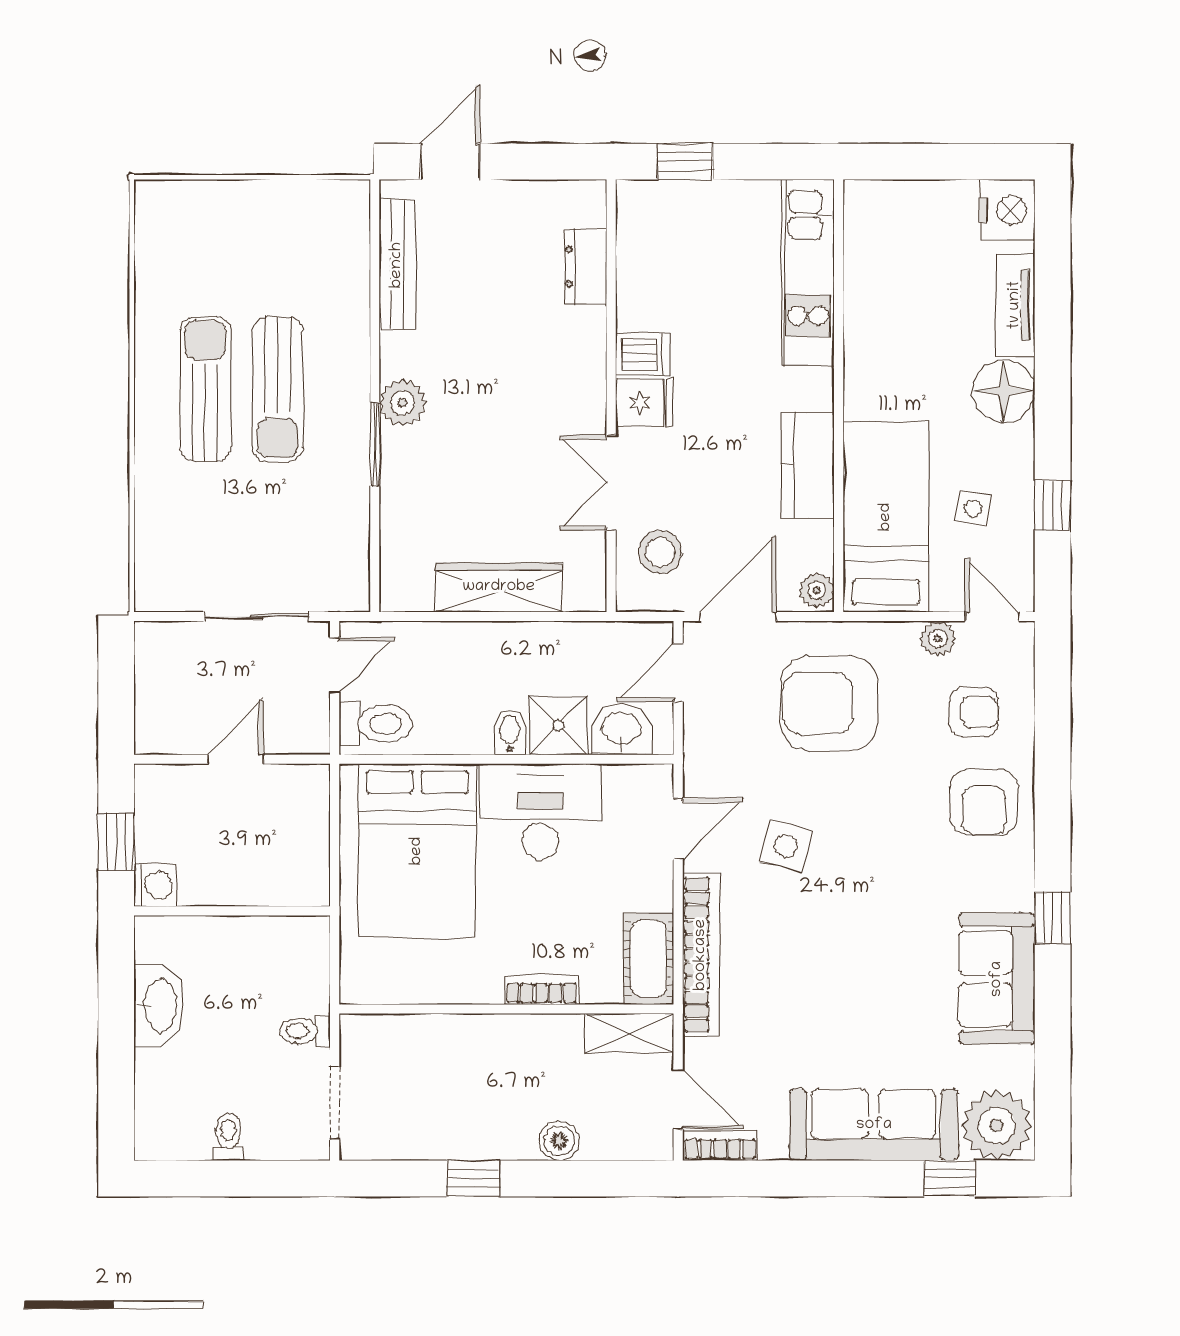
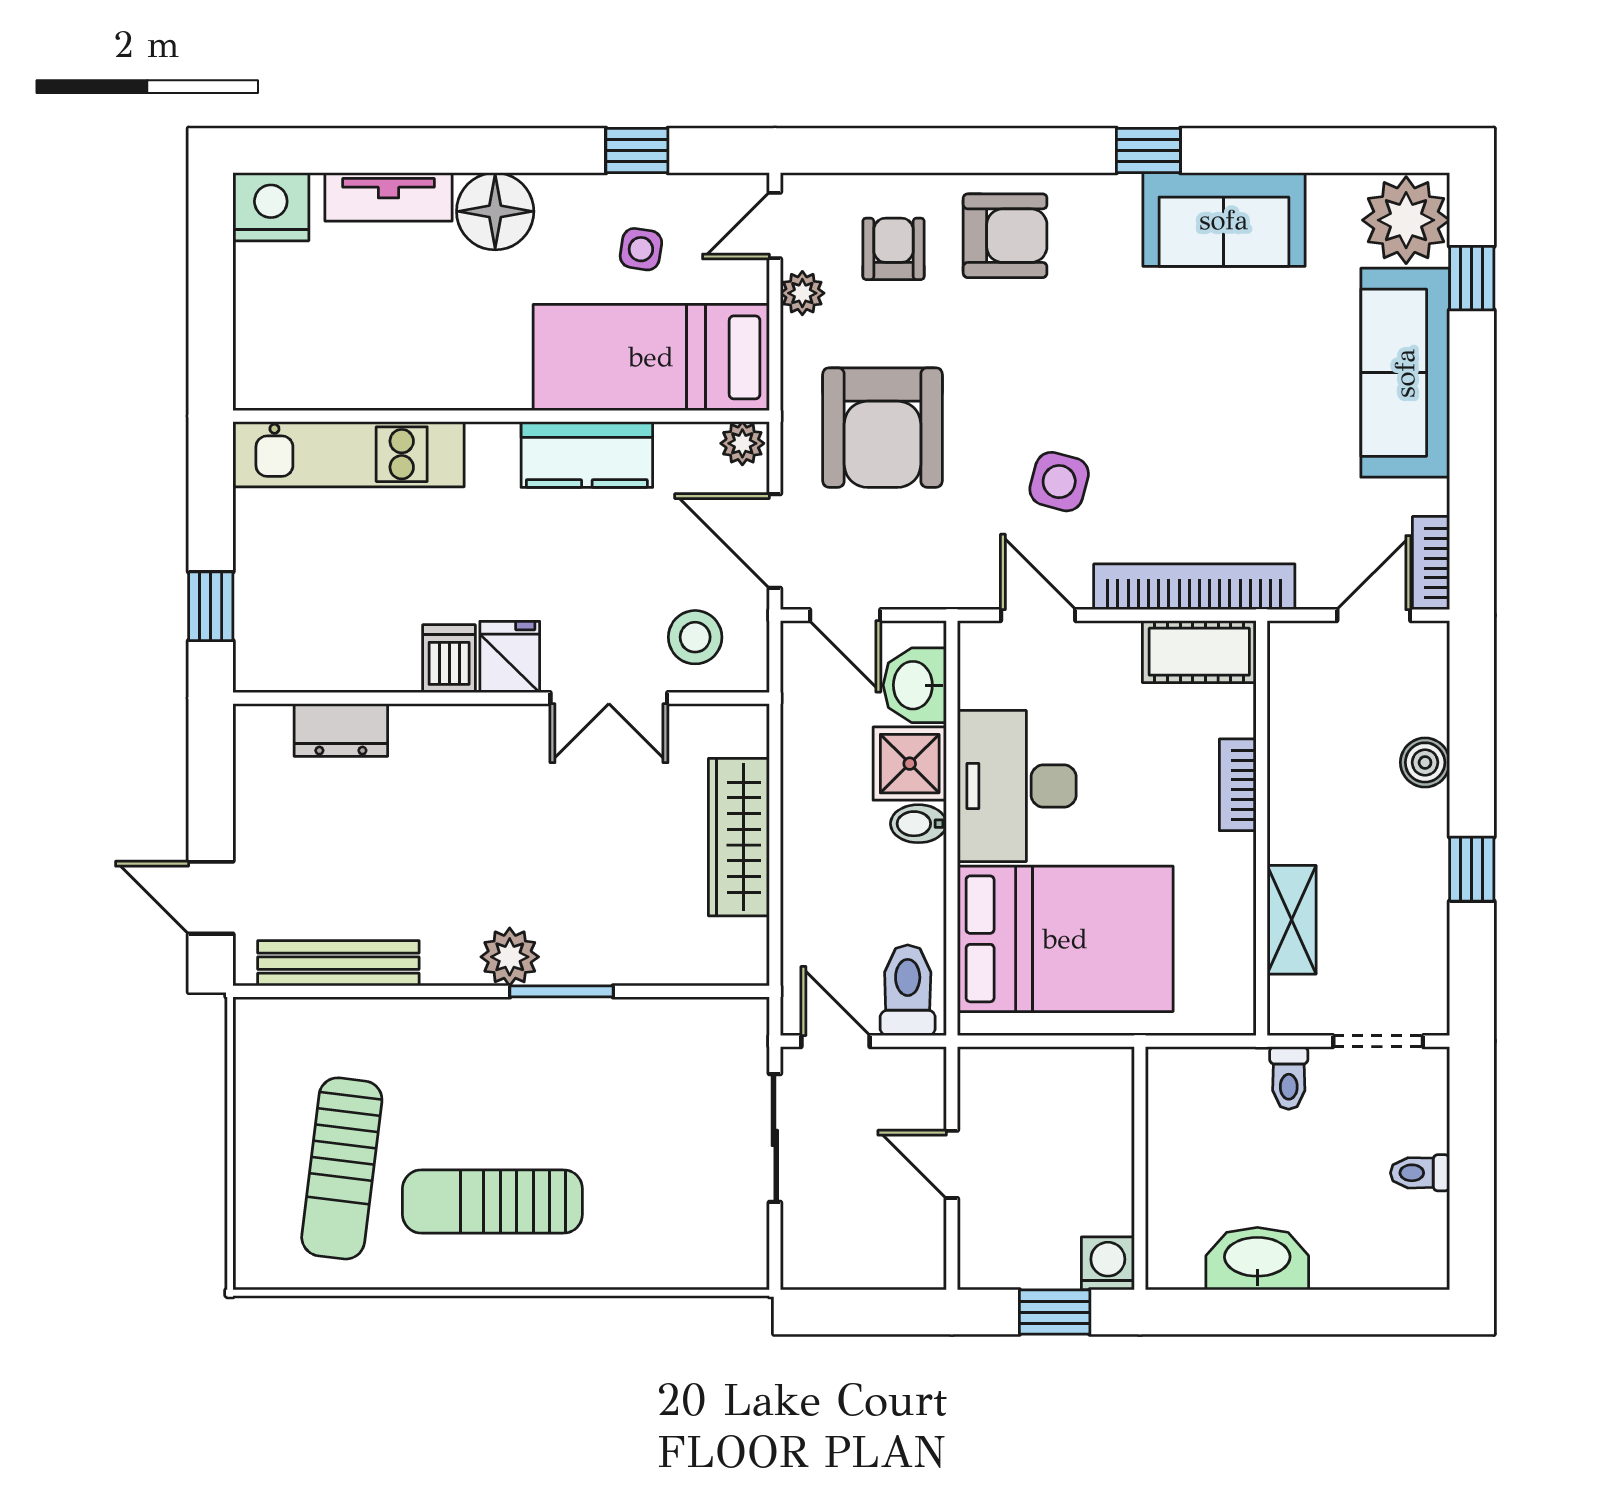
sun lounger: (278, 389) -> (342, 1168), moved, turned 97
shelving: (630, 1033) -> (1292, 920), moved

